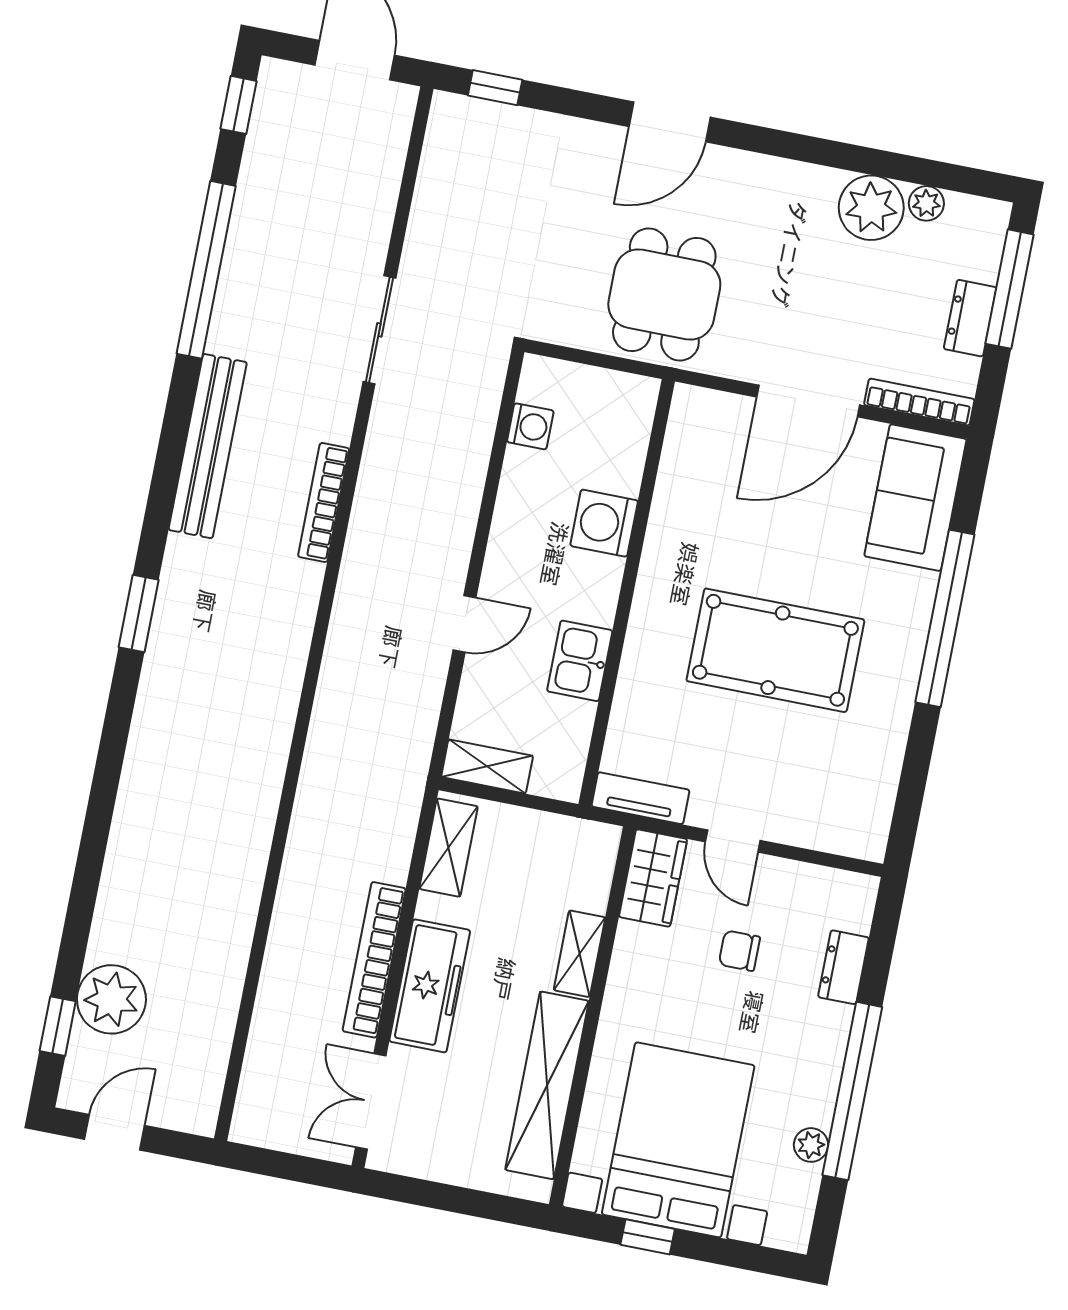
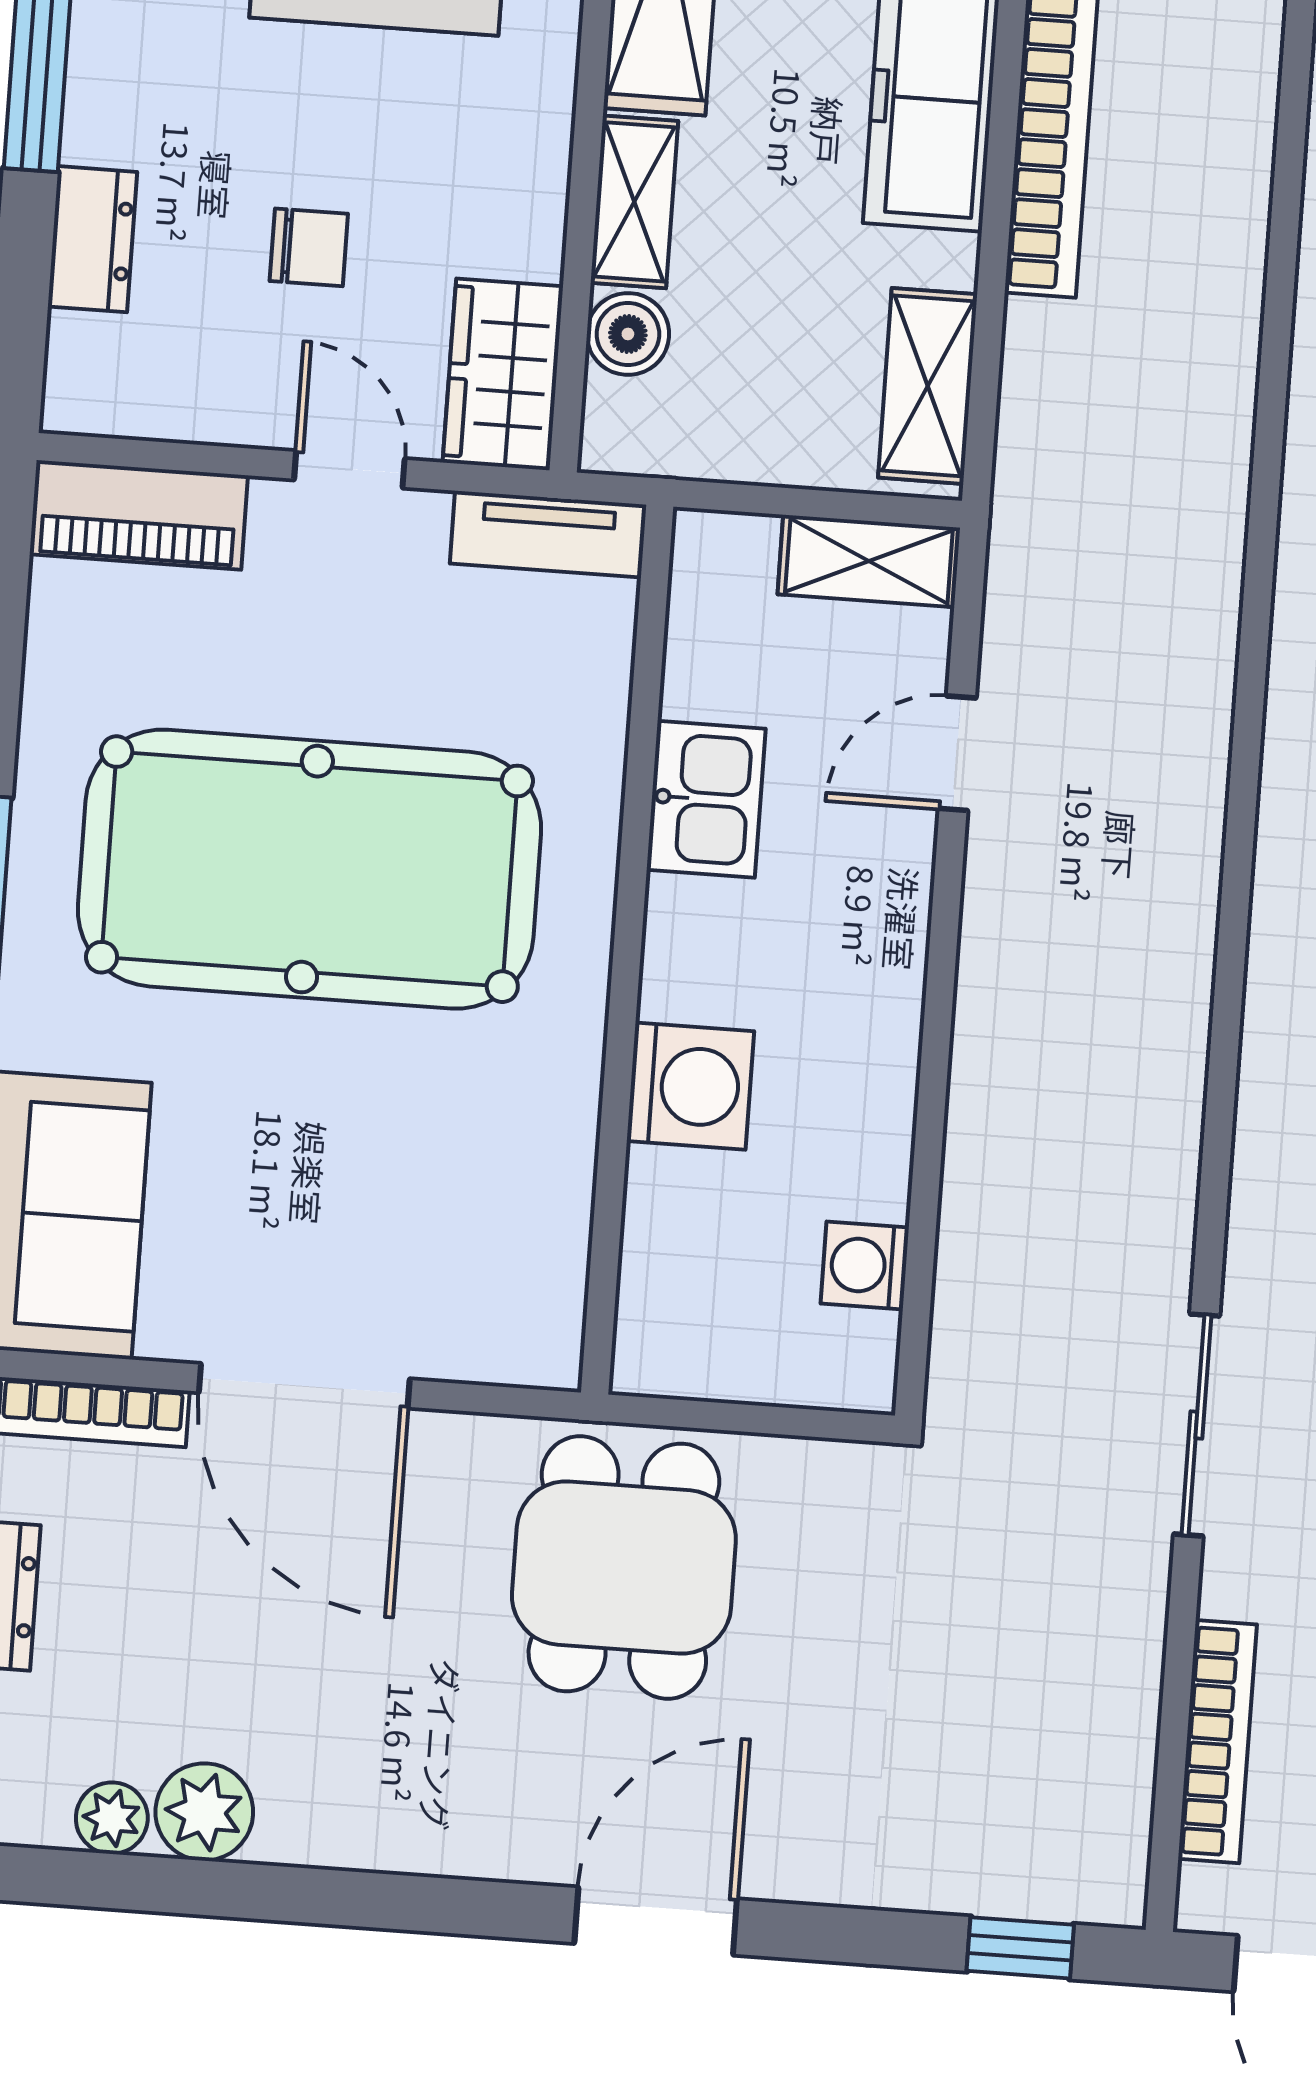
plant: (871, 208) -> (204, 1812), width x0.73, depth x0.73
door: (808, 401) -> (304, 1386), swing flipped
bookcase: (324, 503) -> (1217, 1742), moved
door: (464, 624) -> (957, 753), moved
pool table: (775, 650) -> (309, 869), width x1.36, depth x1.32
piano: (837, 831) -> (139, 515), added
boiler: (590, 890) -> (628, 334), added

